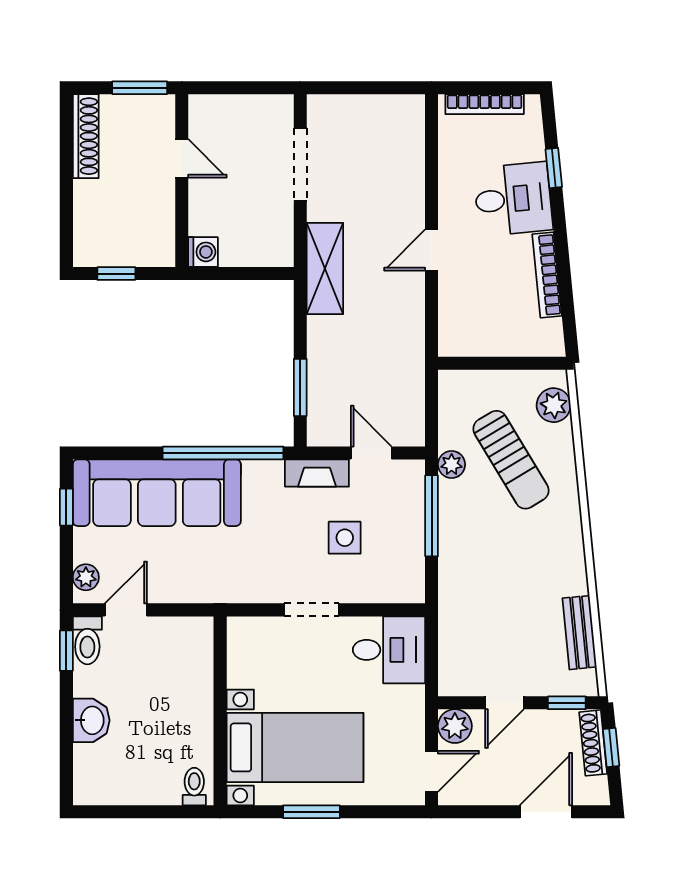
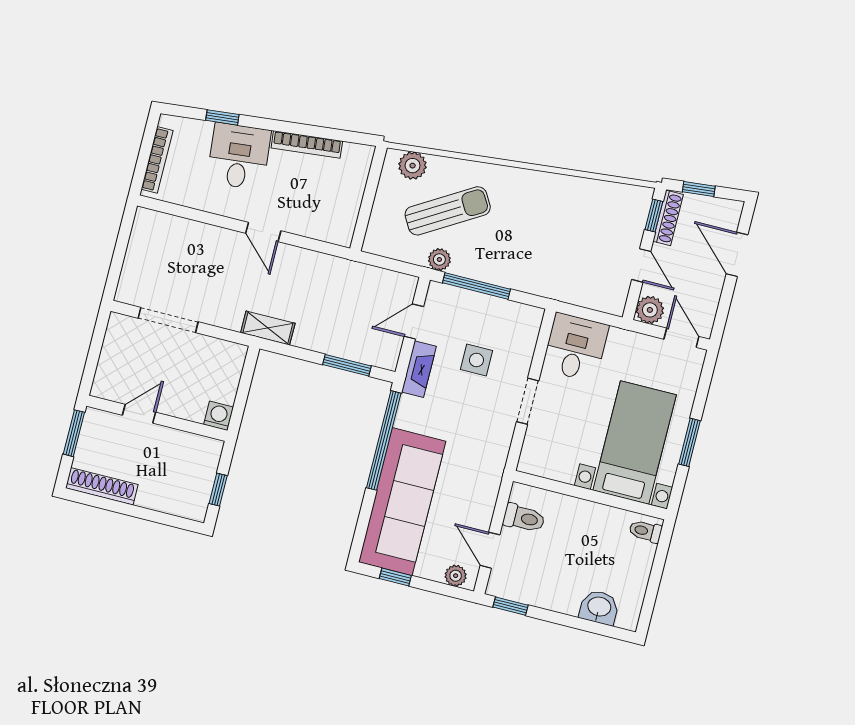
shelving: (325, 268) -> (268, 328), width x0.67, depth x0.75
bench: (579, 633) -> (600, 191), removed
toilet: (87, 640) -> (524, 518), moved
washbasin: (91, 720) -> (599, 607), moved
shoe rack: (593, 743) -> (668, 218), moved, turned -84

